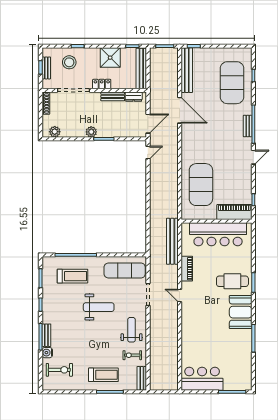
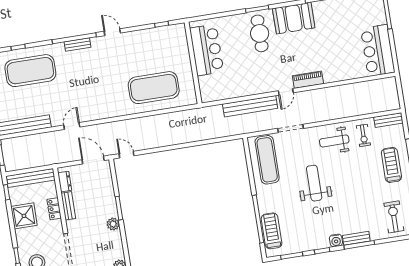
locker: (102, 84) -> (54, 209), moved
door: (180, 110) -> (72, 126), width x0.53
piano: (234, 212) -> (179, 44), removed
bar counter: (218, 234) -> (207, 50), width x0.73
bench: (172, 241) -> (250, 106), moved
piano: (187, 269) -> (308, 80), moved
treadmill: (73, 276) -> (272, 231), moved
water cooler: (47, 353) -> (336, 240), moved

